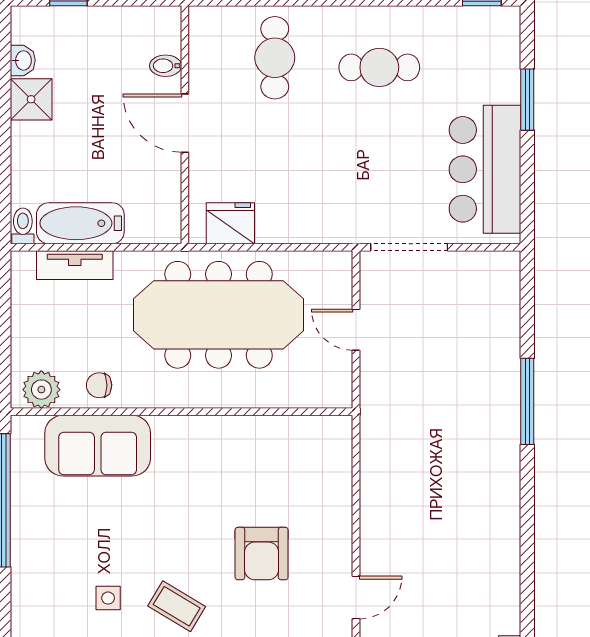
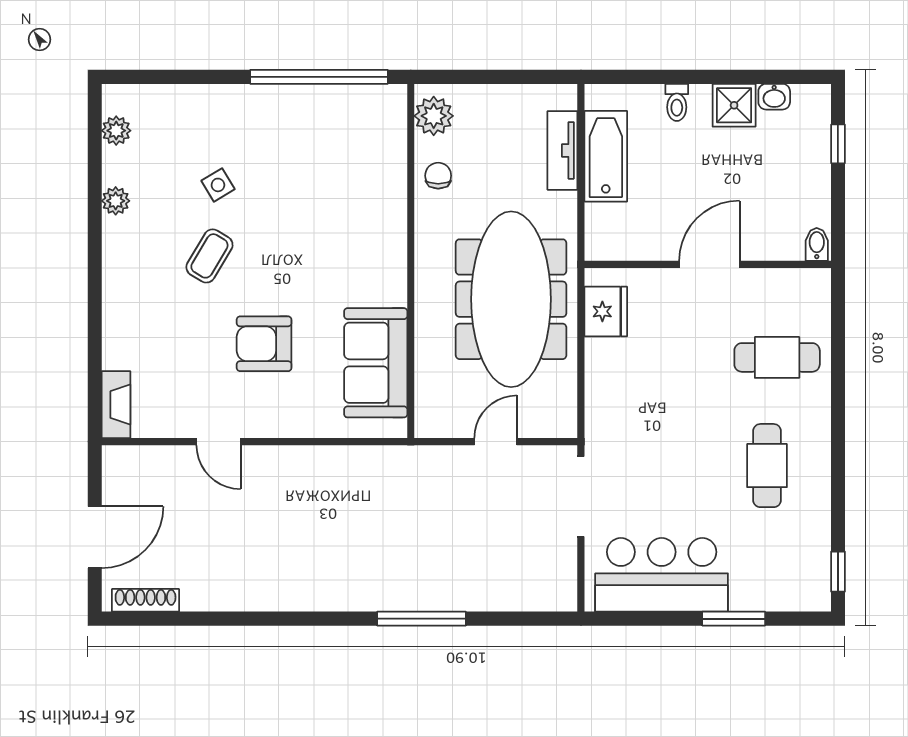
bidet: (166, 66) -> (817, 244), moved
toilet: (23, 226) -> (677, 102), moved, turned 90
sofa: (98, 446) -> (376, 363), moved
side table: (108, 598) -> (218, 185), turned -31

